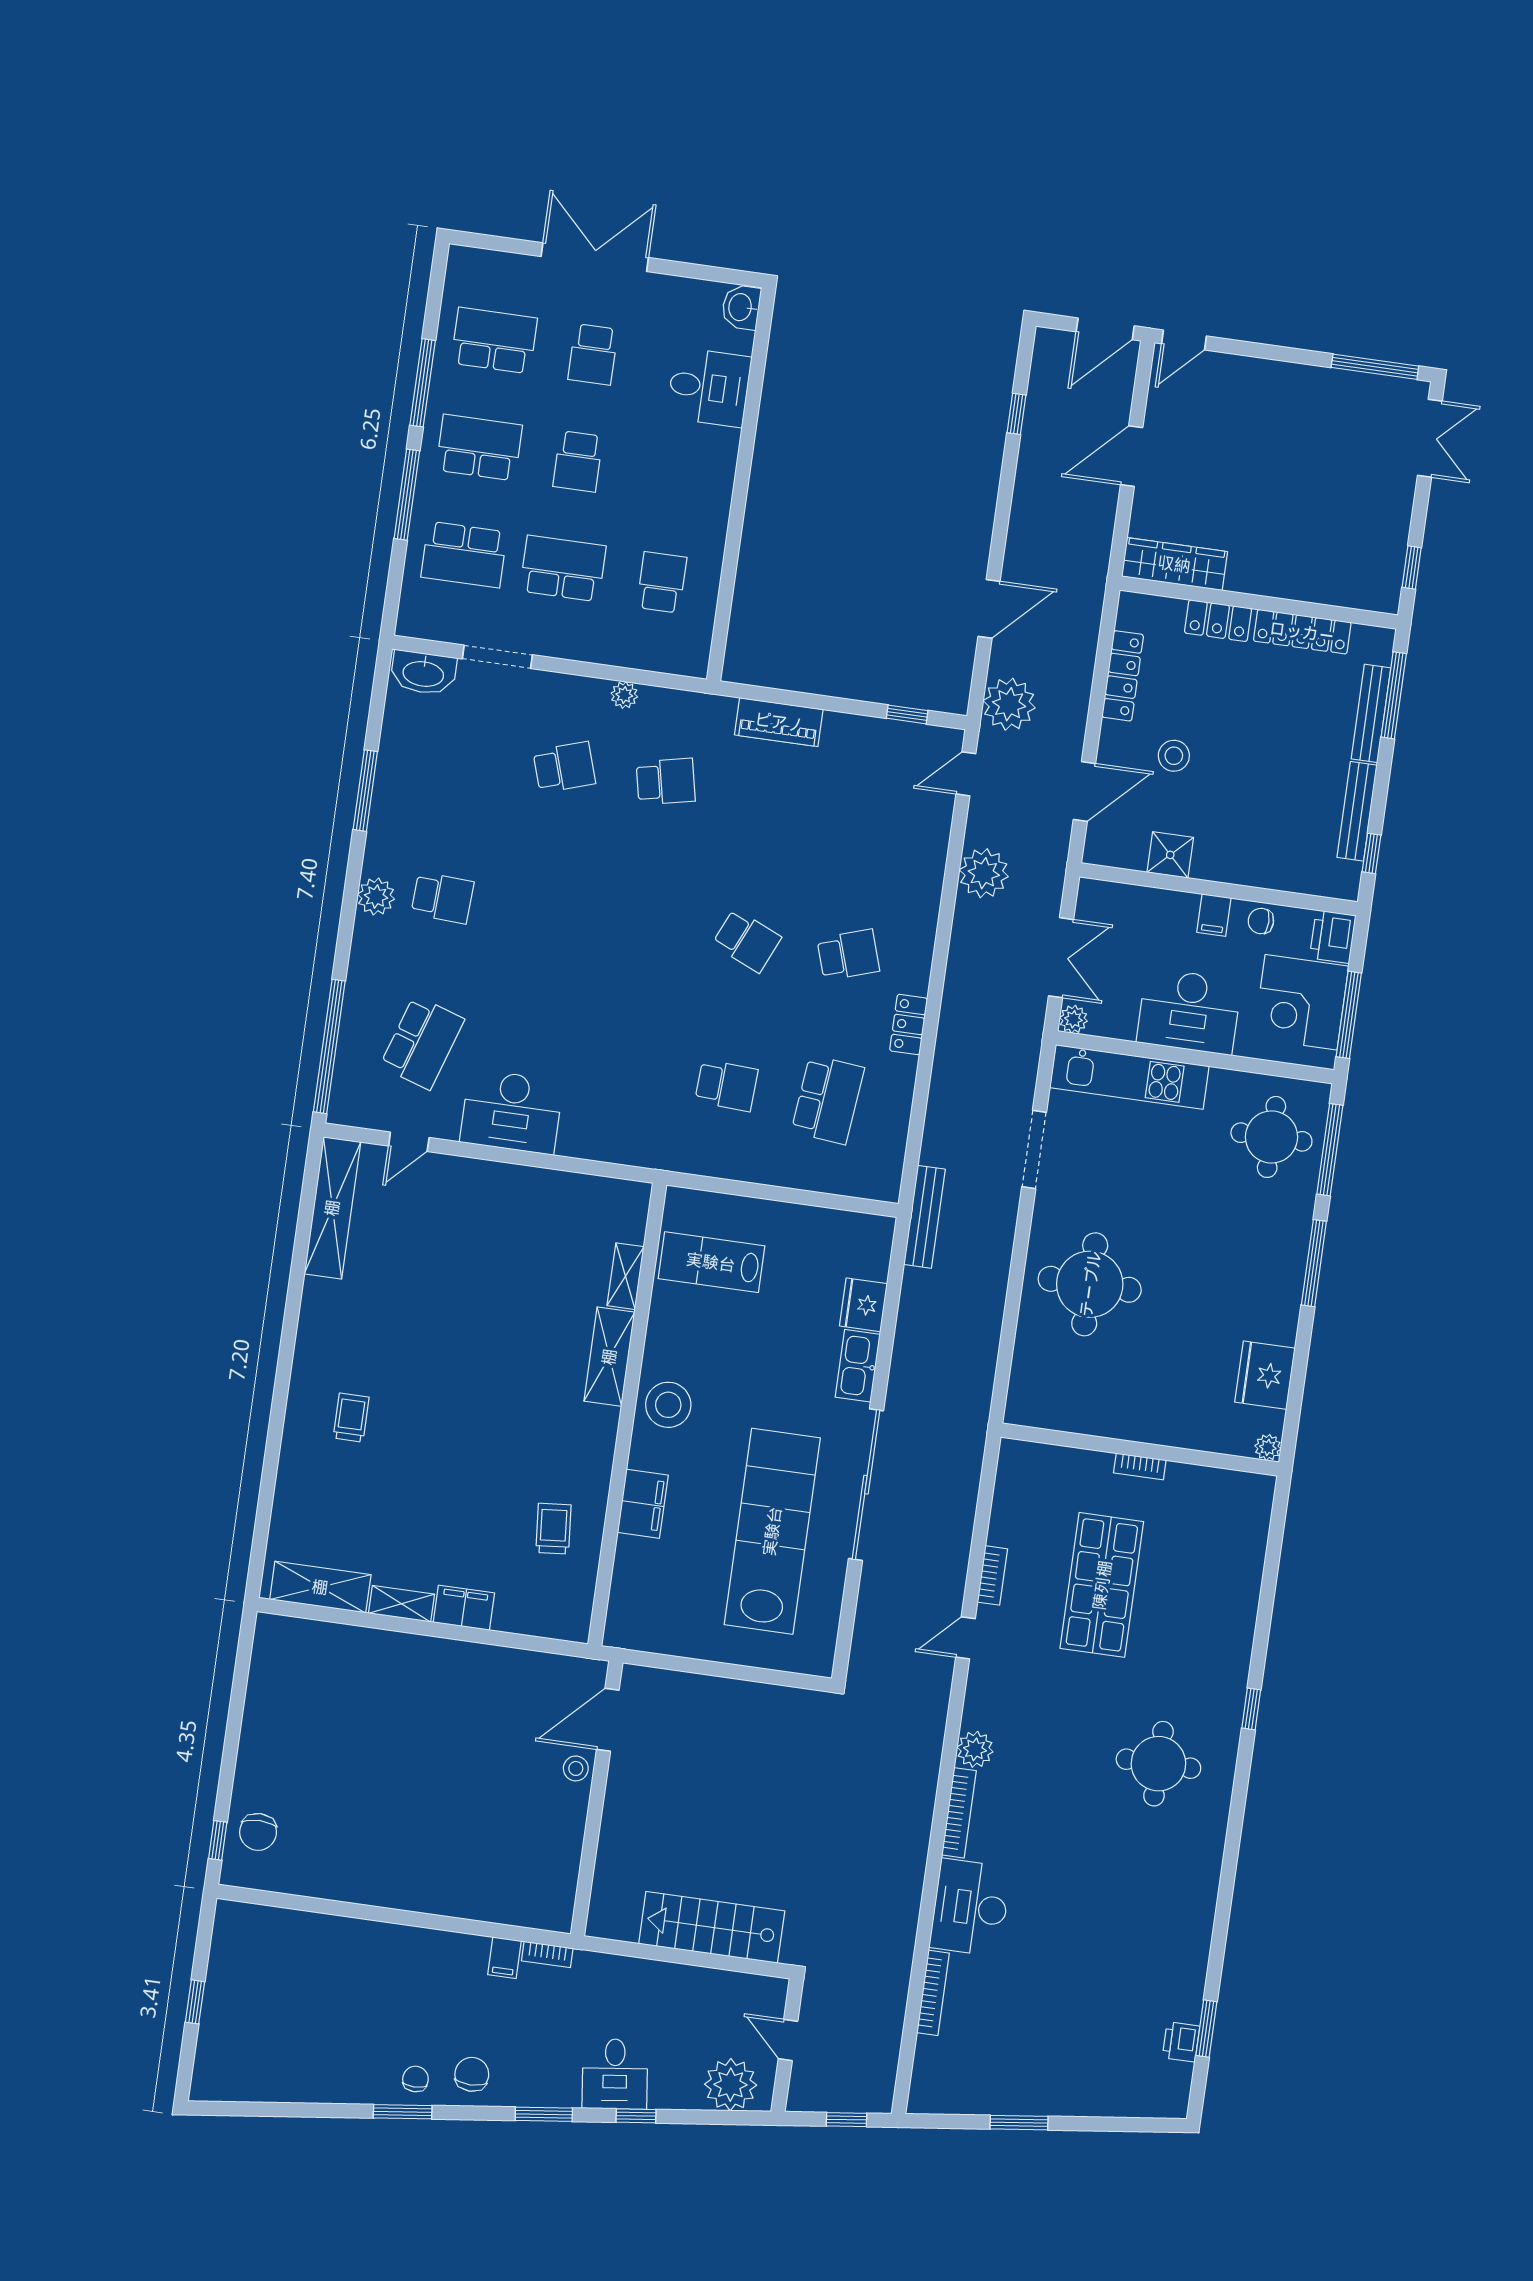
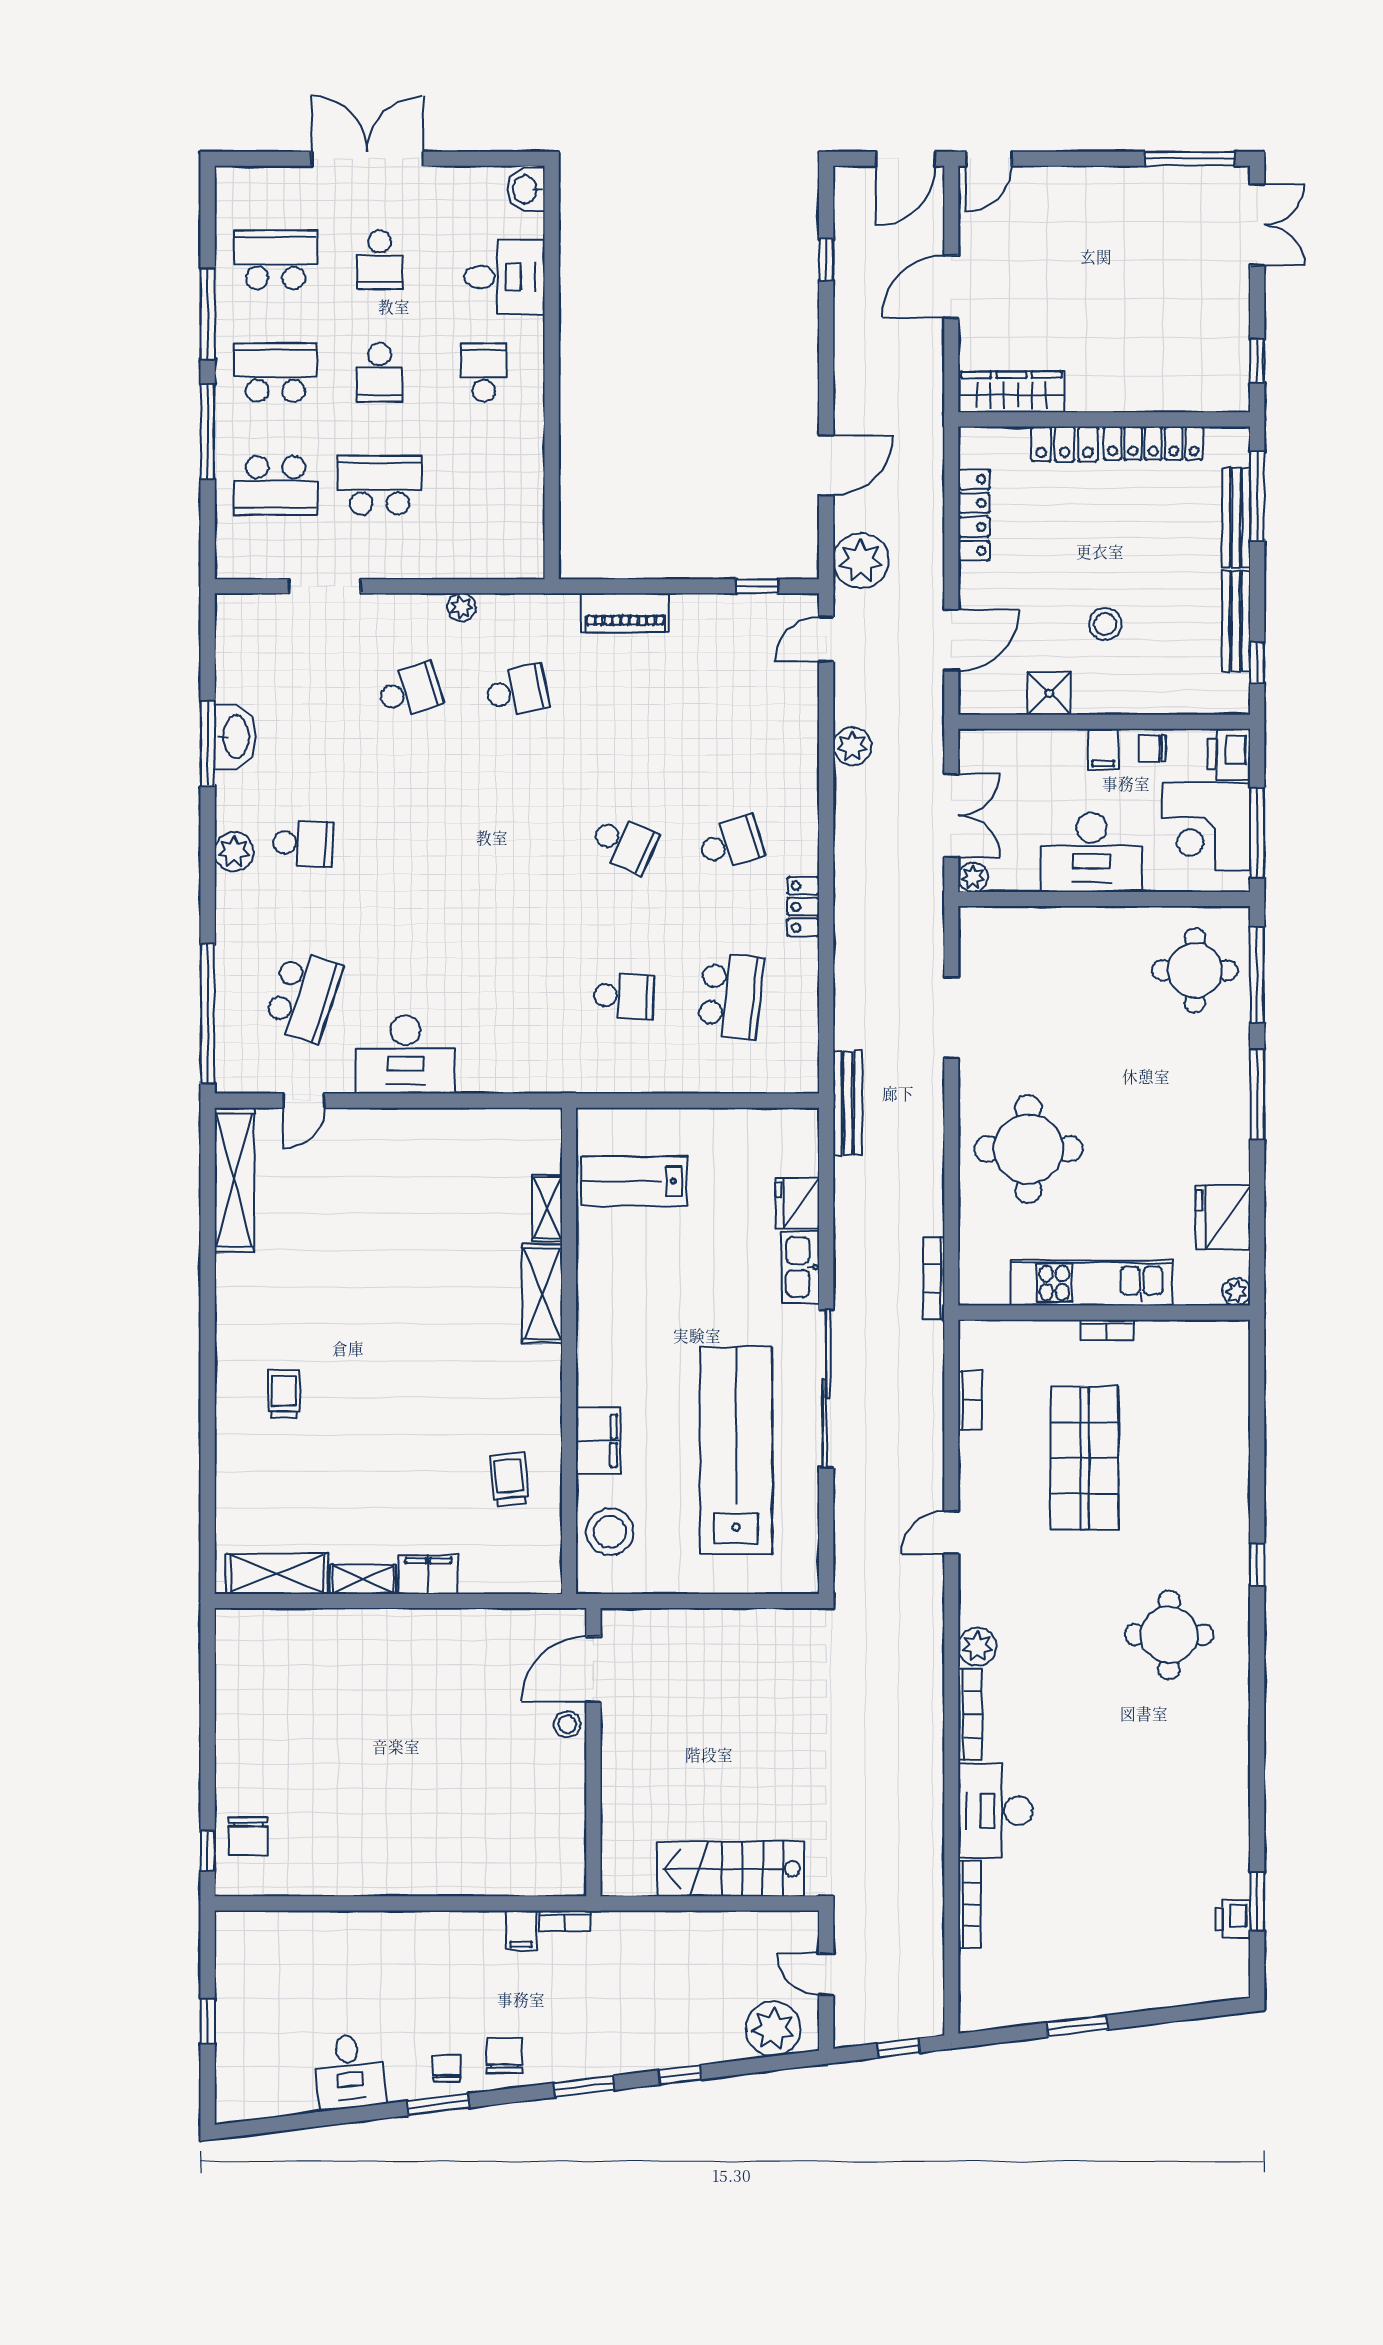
school desk: (662, 582) -> (484, 373), moved
washbasin: (423, 673) -> (235, 737), moved, turned -90
stool: (1174, 756) -> (1105, 624), moved
plant: (984, 873) -> (852, 746), width x0.73, depth x0.73
kitchen unit: (1129, 1077) -> (1091, 1283), moved, turned 180
bookcase: (983, 1395) -> (934, 1278), added
stool: (668, 1405) -> (610, 1532), moved
bookcase: (992, 1575) -> (970, 1400), moved
desk: (615, 2074) -> (349, 2072), moved

